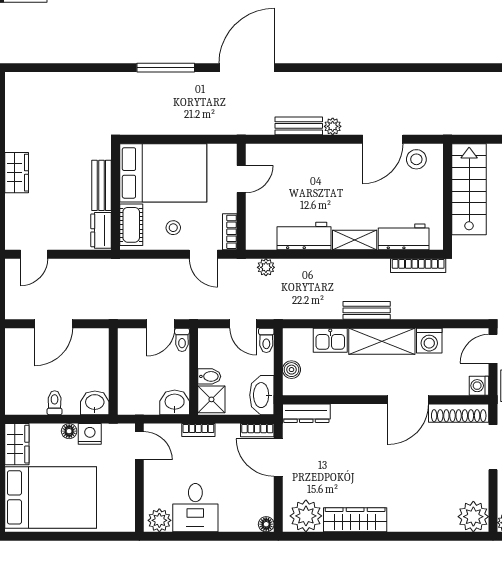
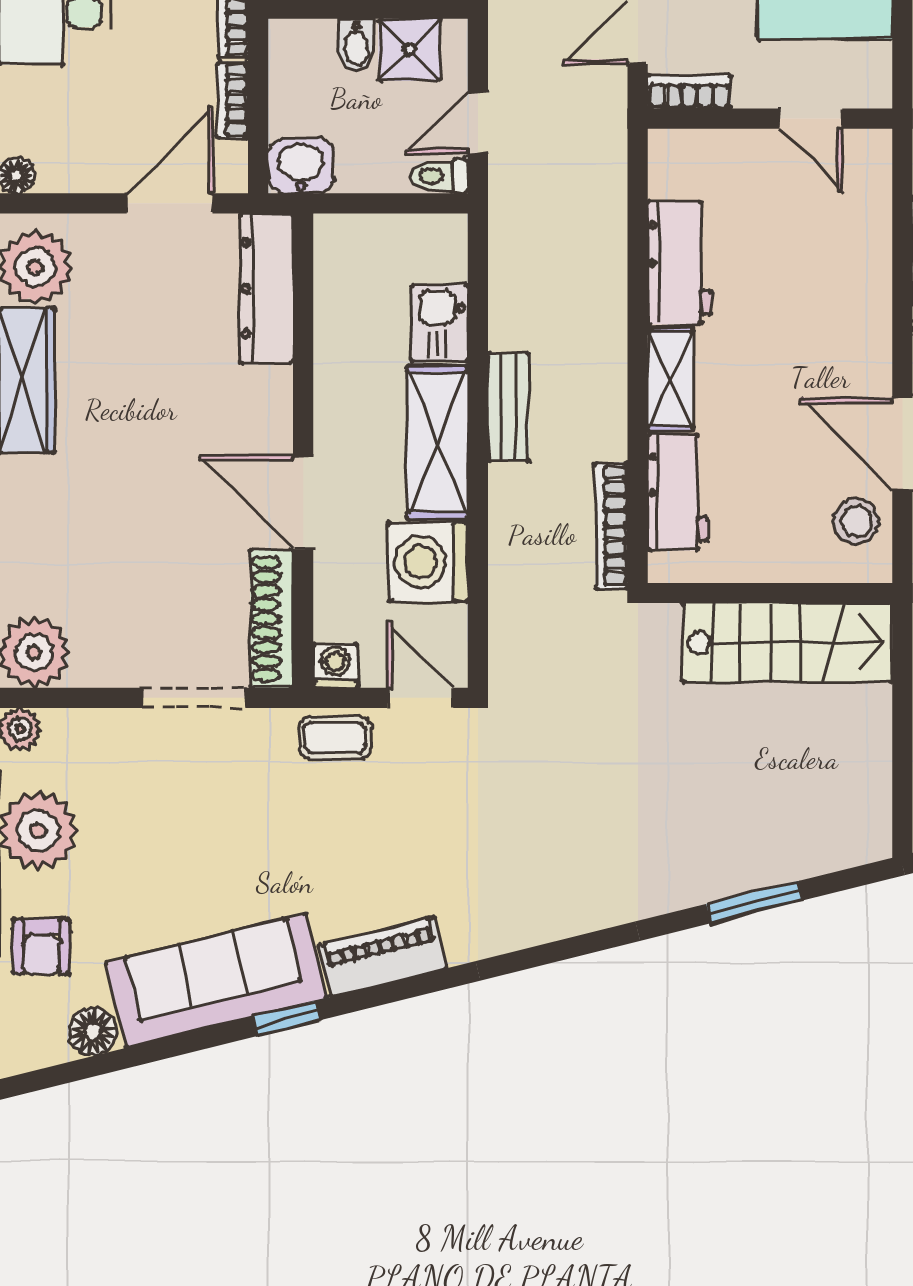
plant: (266, 267) -> (608, 175), removed
washing machine: (429, 341) -> (428, 562), width x1.37, depth x1.37
boiler: (291, 370) -> (372, 234), removed
washbasin: (262, 395) -> (301, 166), width x0.72
shower: (211, 399) -> (409, 50), moved
dresser: (306, 413) -> (267, 288), width x1.37, depth x1.24
bookcase: (257, 430) -> (233, 100), moved

